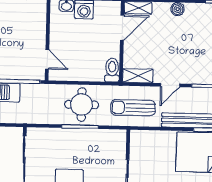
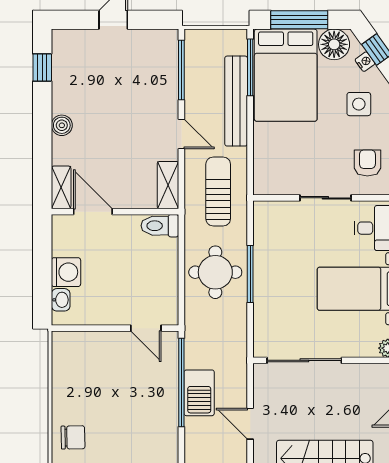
door: (47, 60) -> (146, 328), swing flipped
sun lounger: (133, 108) -> (218, 191), turned 180

